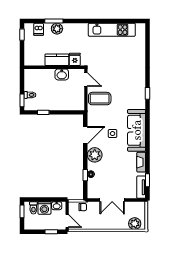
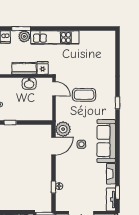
kitchen unit: (112, 30) -> (55, 37), moved
coffee table: (100, 99) -> (84, 95), moved
plant: (95, 155) -> (63, 129), moved

